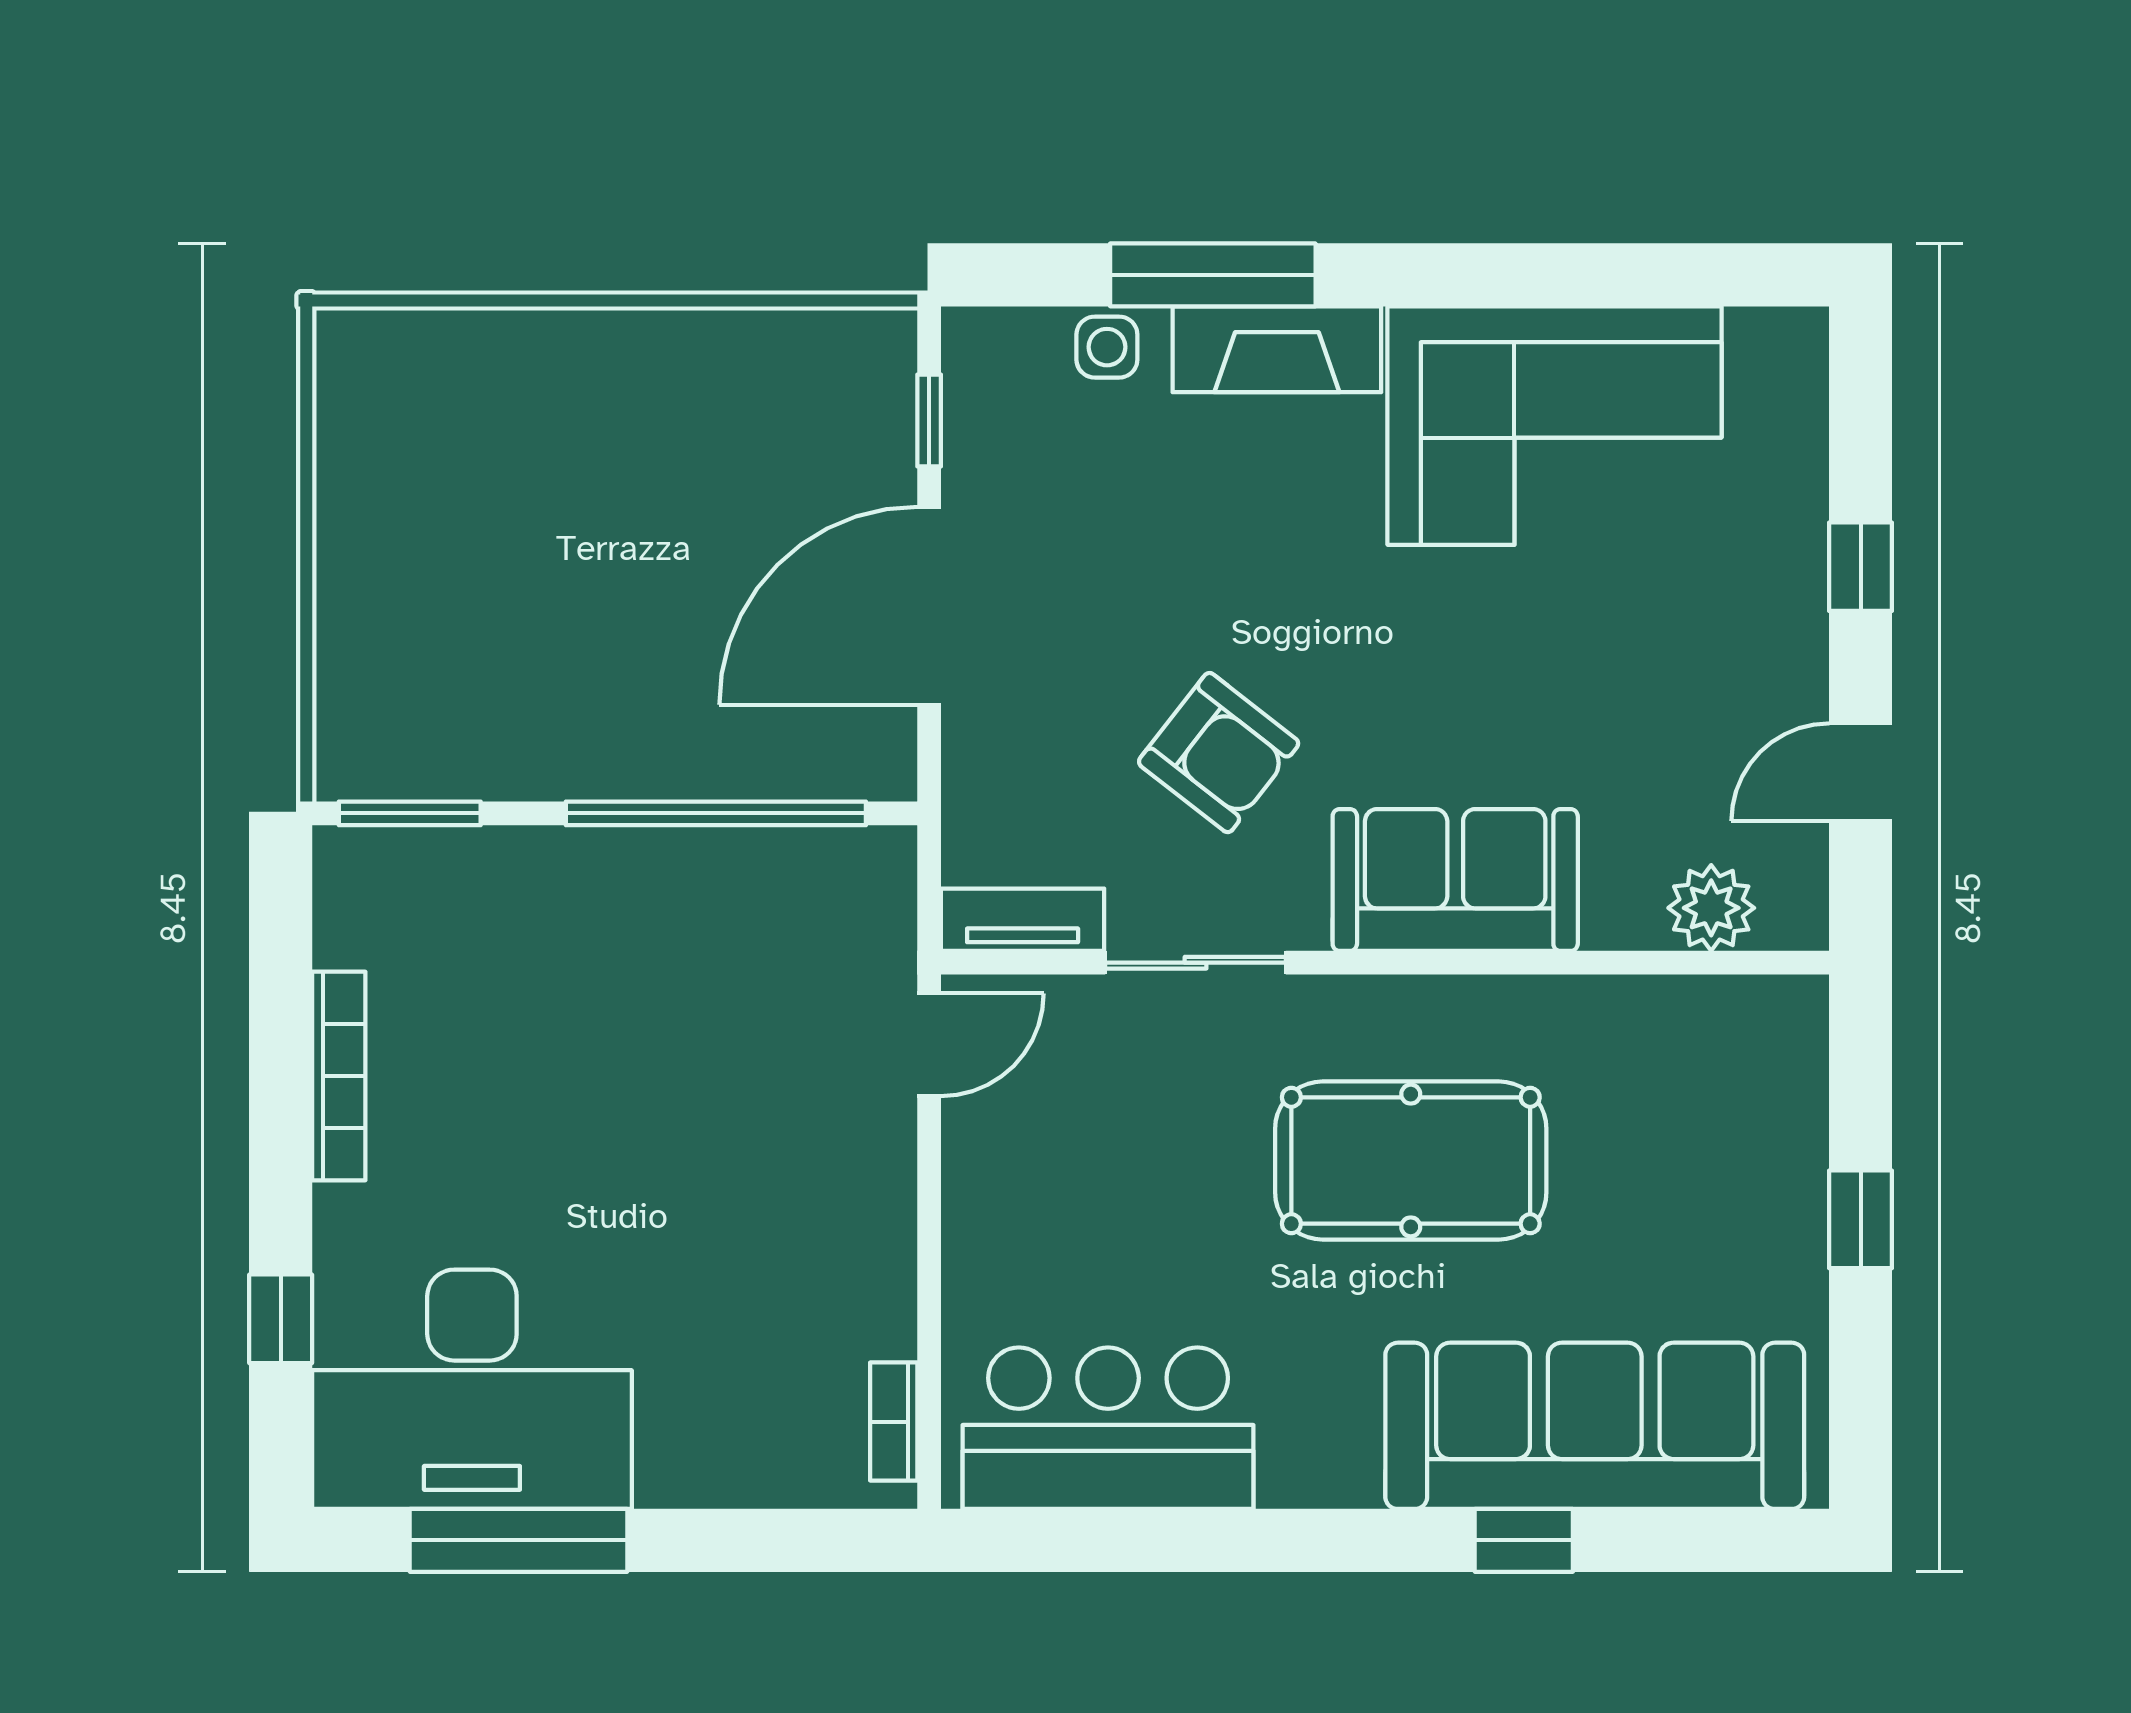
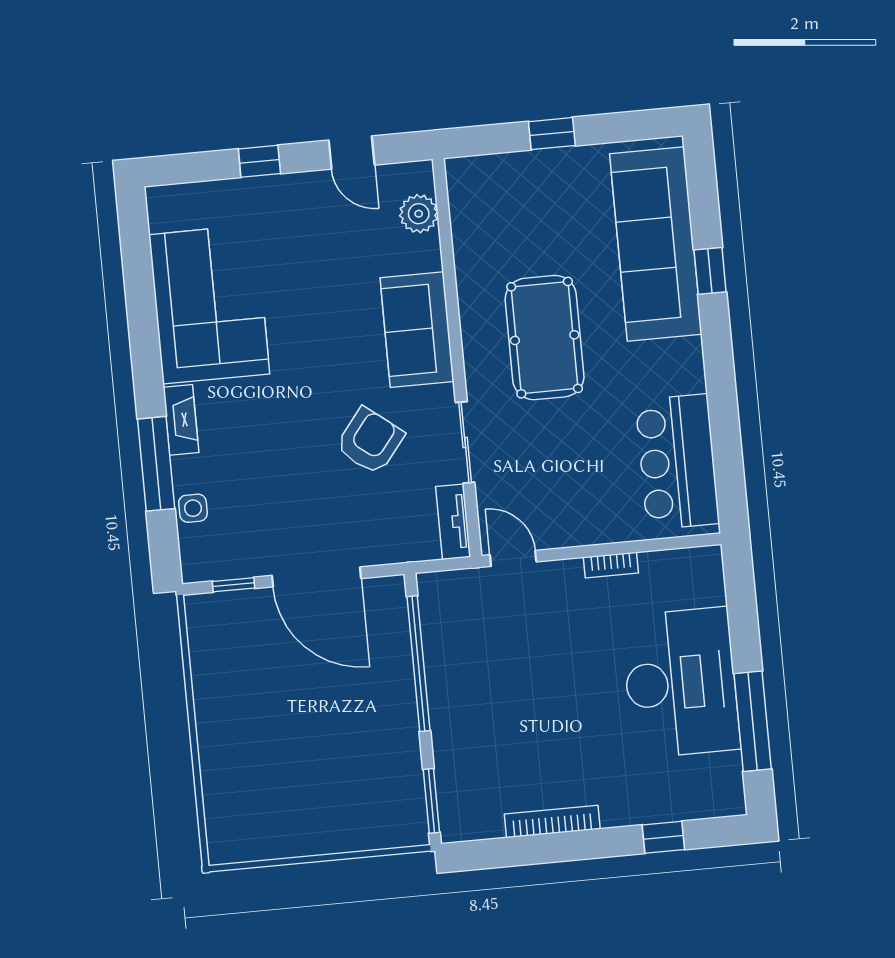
fireplace: (1277, 349) -> (181, 420), width x0.73, depth x0.76
desk: (472, 1389) -> (681, 683), moved
bookcase: (894, 1422) -> (611, 565), moved

